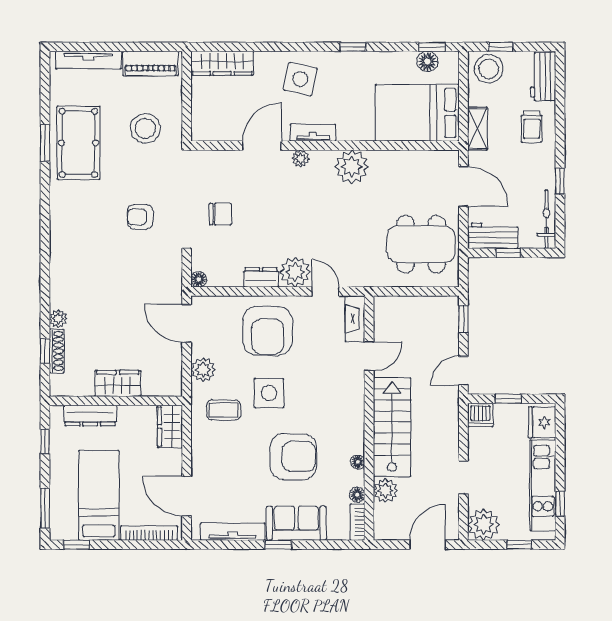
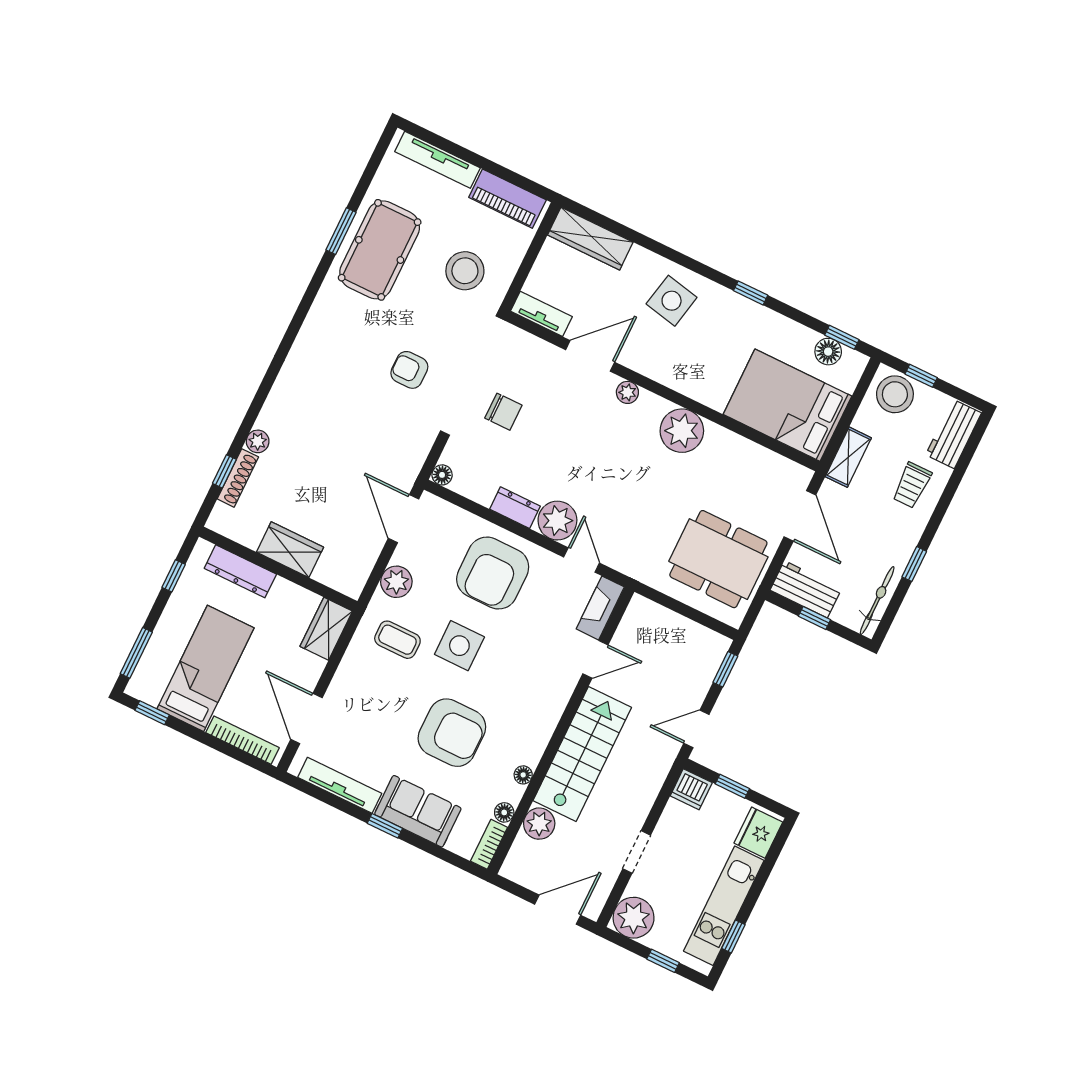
tv unit: (313, 133) -> (541, 314), moved

